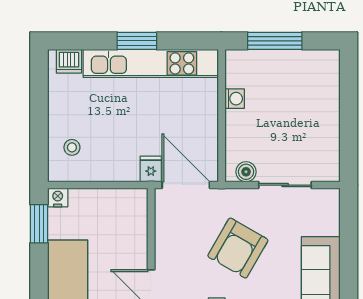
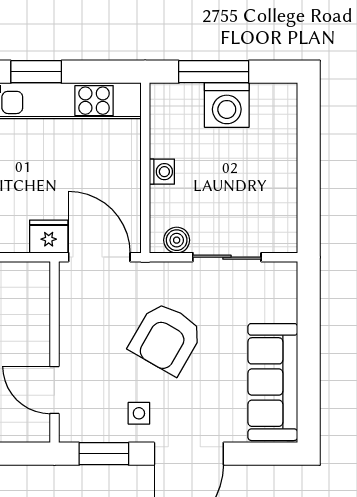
washing machine: (285, 67) -> (227, 105), added
washing machine: (235, 99) -> (162, 172), moved
fridge: (151, 169) -> (49, 237), width x1.38

